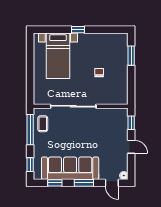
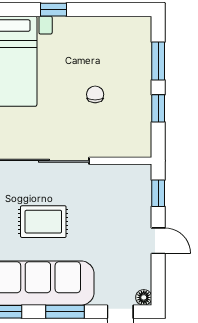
window: (131, 80) -> (158, 108), added
rug: (73, 137) -> (43, 222), added

